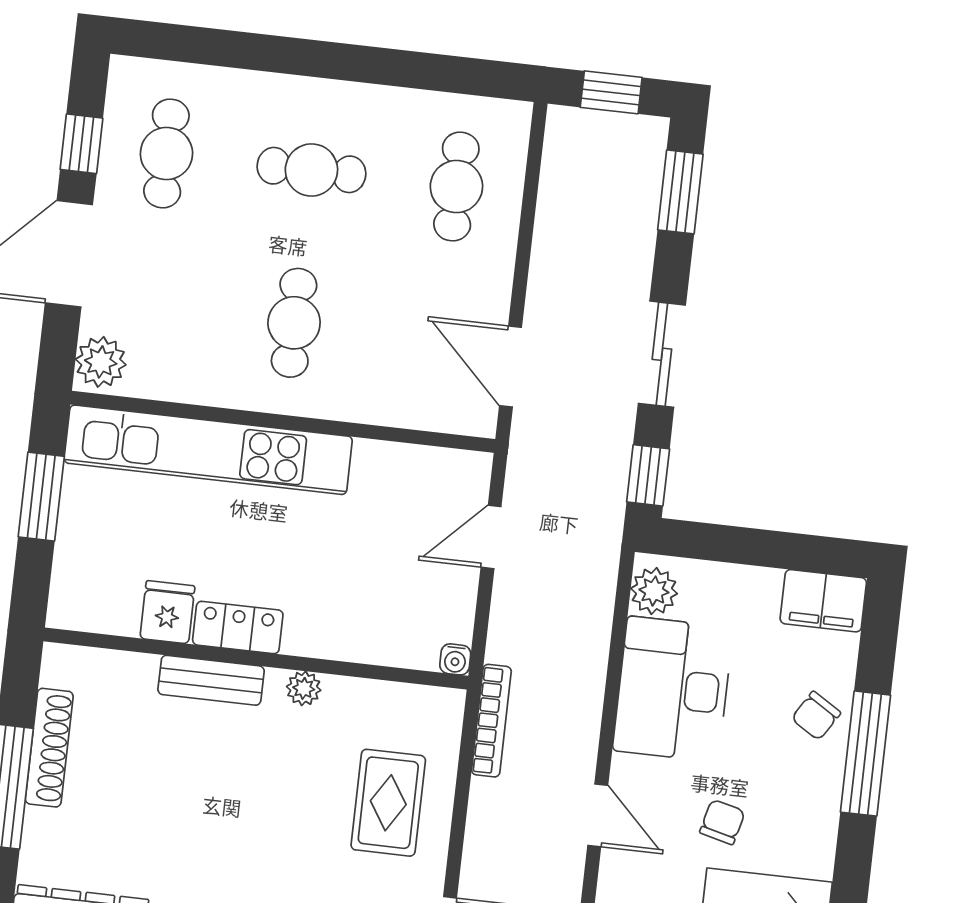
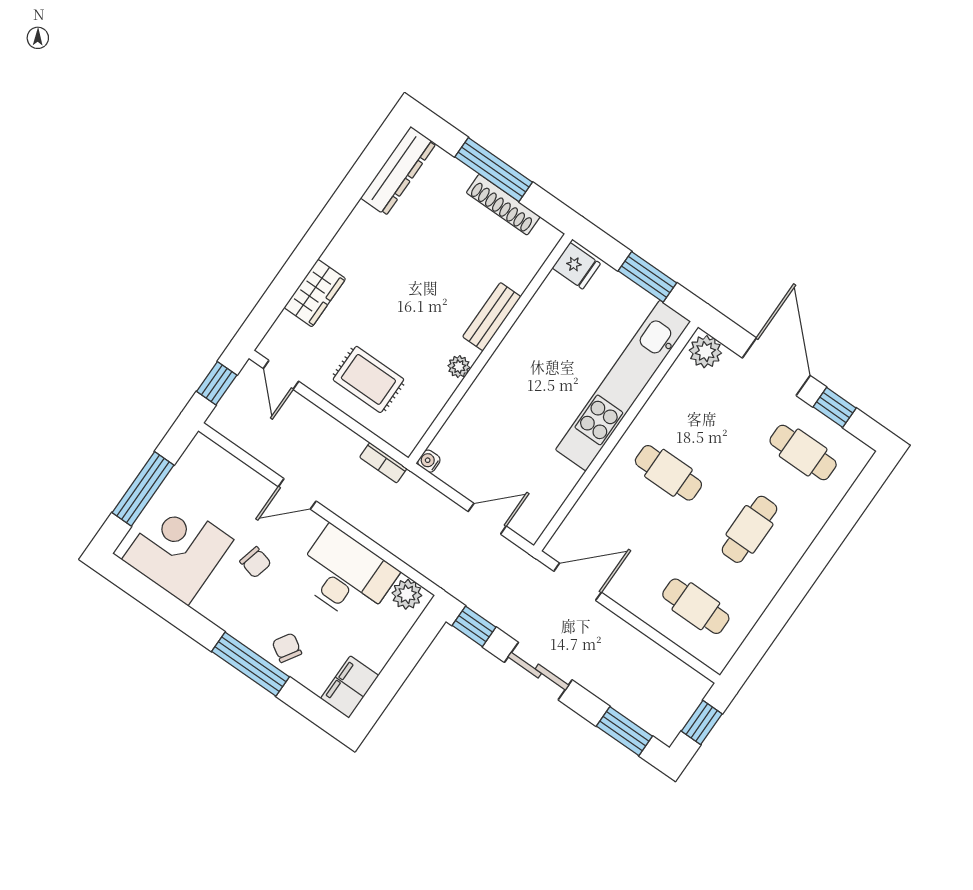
door: (491, 537) -> (487, 519), hinge flipped
fridge: (167, 612) -> (576, 266), moved
locker: (238, 627) -> (513, 348), removed
bookcase: (491, 721) -> (383, 463), width x0.64

